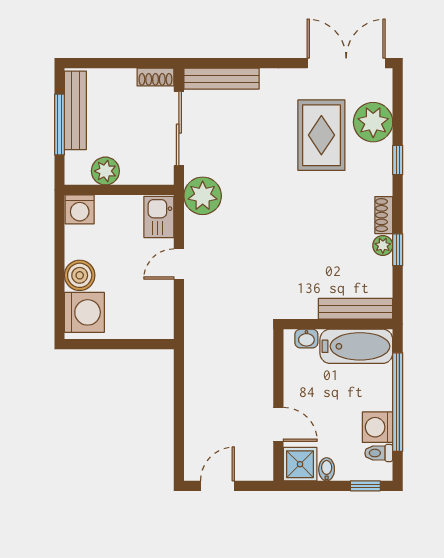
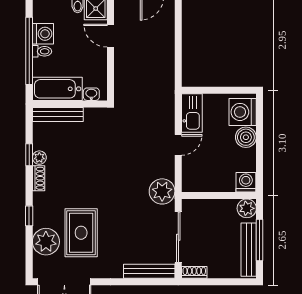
plant: (105, 171) -> (247, 208), moved
kitchen sink: (159, 217) -> (192, 113), moved, width x1.38
toilet: (379, 453) -> (42, 51), moved

